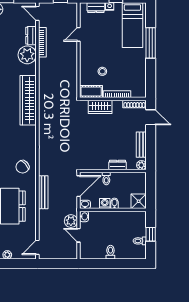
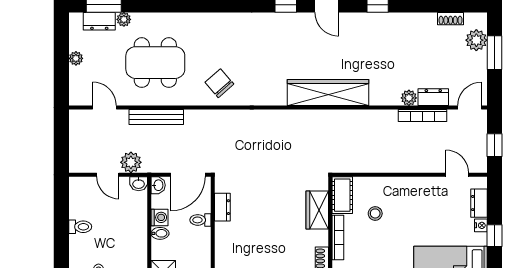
door: (79, 34) -> (457, 175), moved
plant: (27, 55) -> (409, 98), width x0.53, depth x0.53
dresser: (117, 165) -> (222, 207), moved
door: (79, 186) -> (188, 175), hinge flipped
bench: (43, 192) -> (156, 117), moved
door: (79, 235) -> (108, 175), swing flipped
door: (37, 247) -> (105, 108), moved

